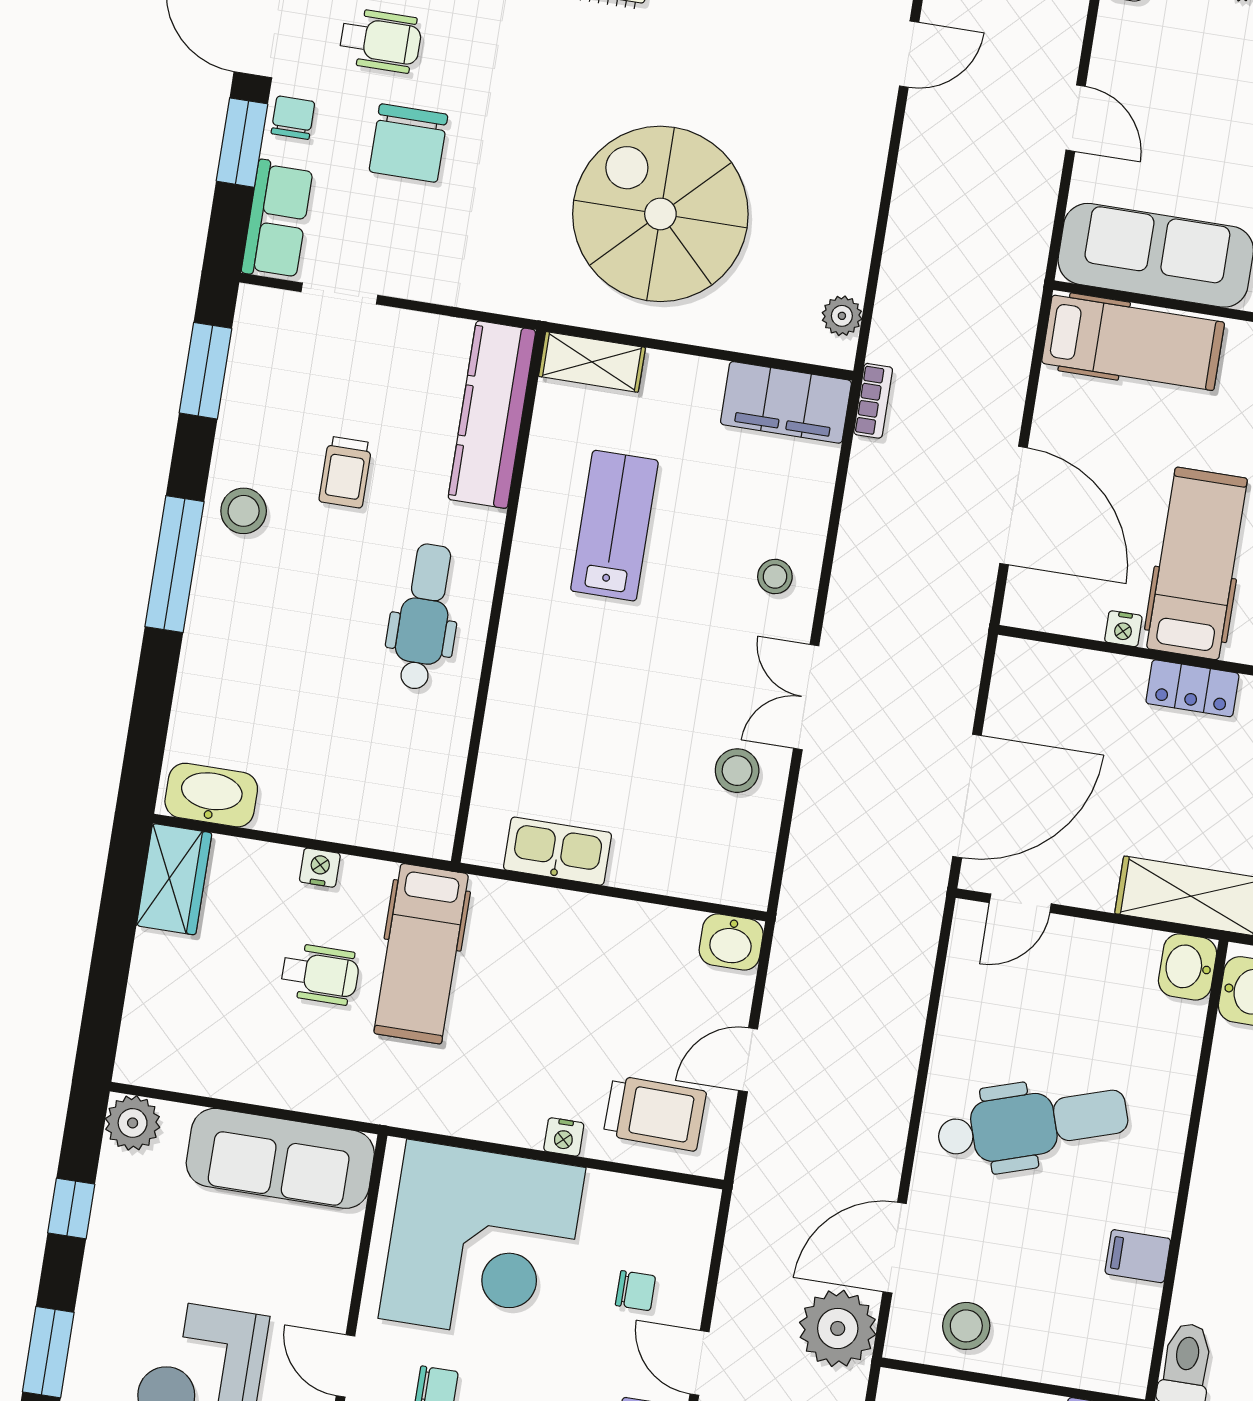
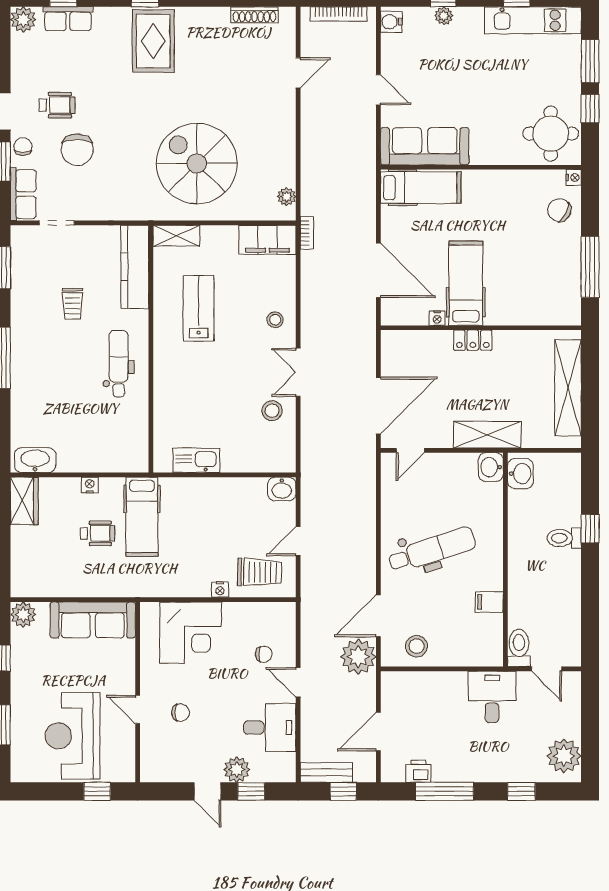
stool: (244, 511) -> (29, 329), removed
corner desk: (482, 1243) -> (191, 633), width x0.74, depth x0.74

